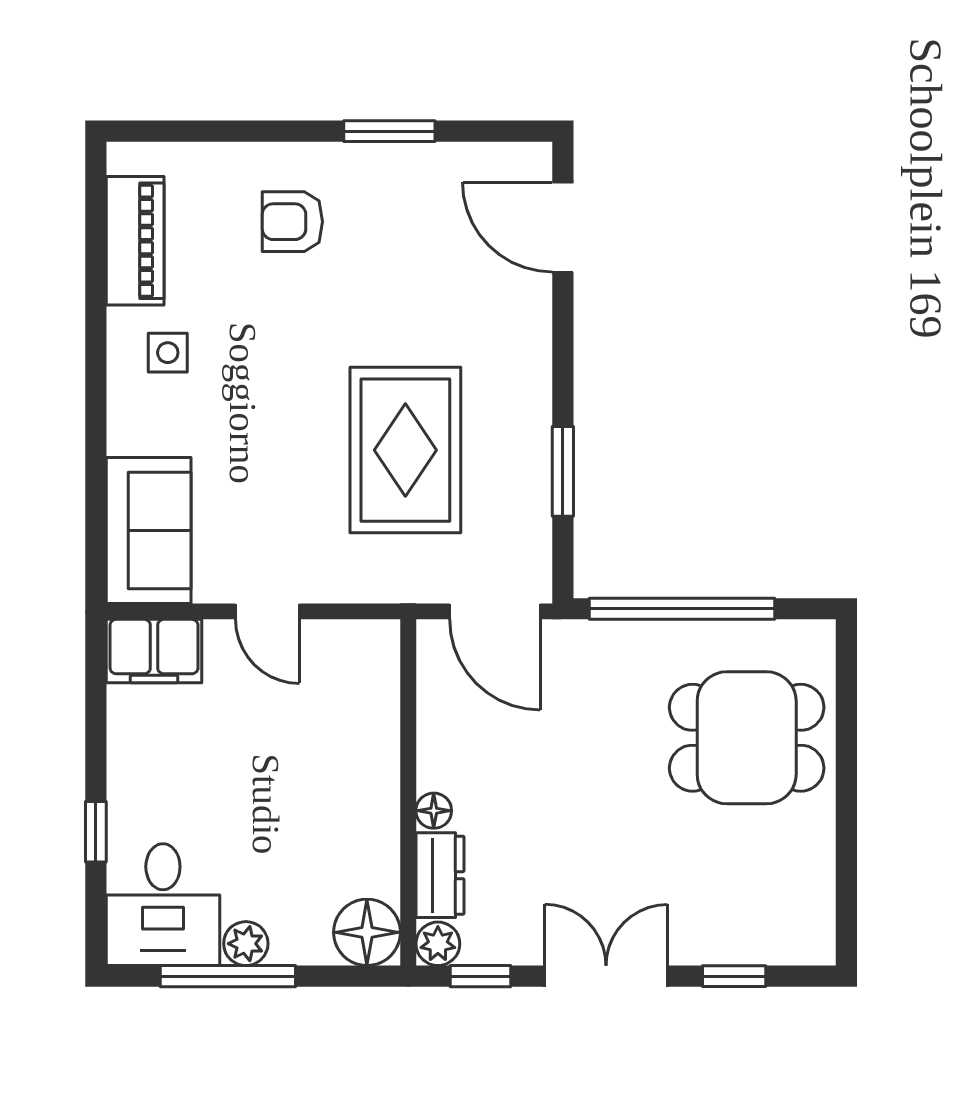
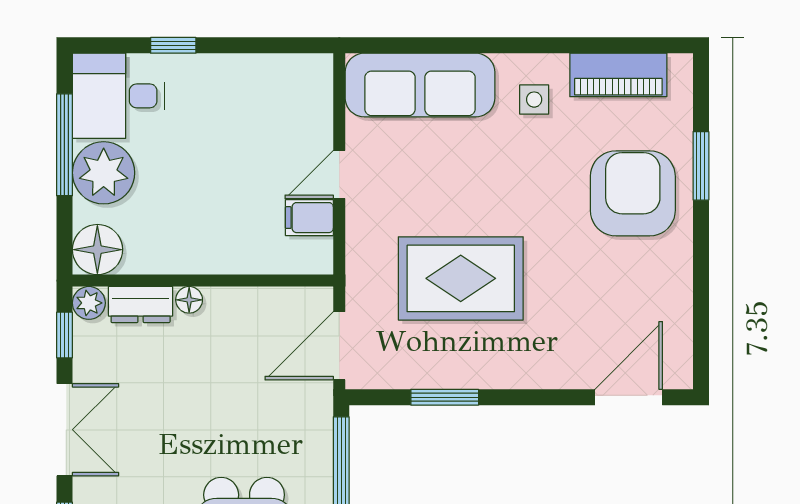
window: (389, 131) -> (701, 166), moved
armchair: (292, 222) -> (633, 193), width x1.88, depth x1.88
sofa: (149, 530) -> (420, 85), width x1.36
filing cabinet: (154, 651) -> (309, 218), moved, width x0.50
plant: (246, 944) -> (104, 173), width x1.87, depth x1.87

